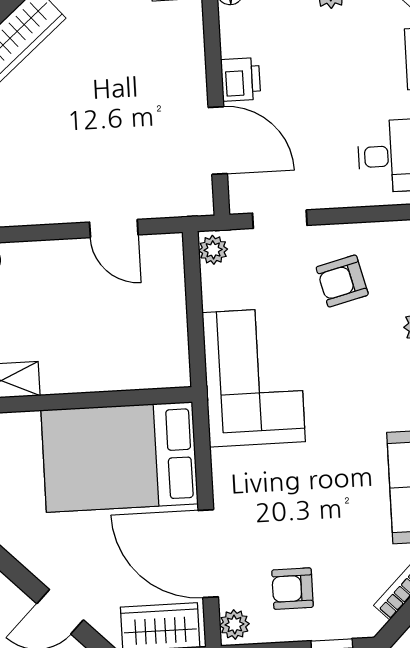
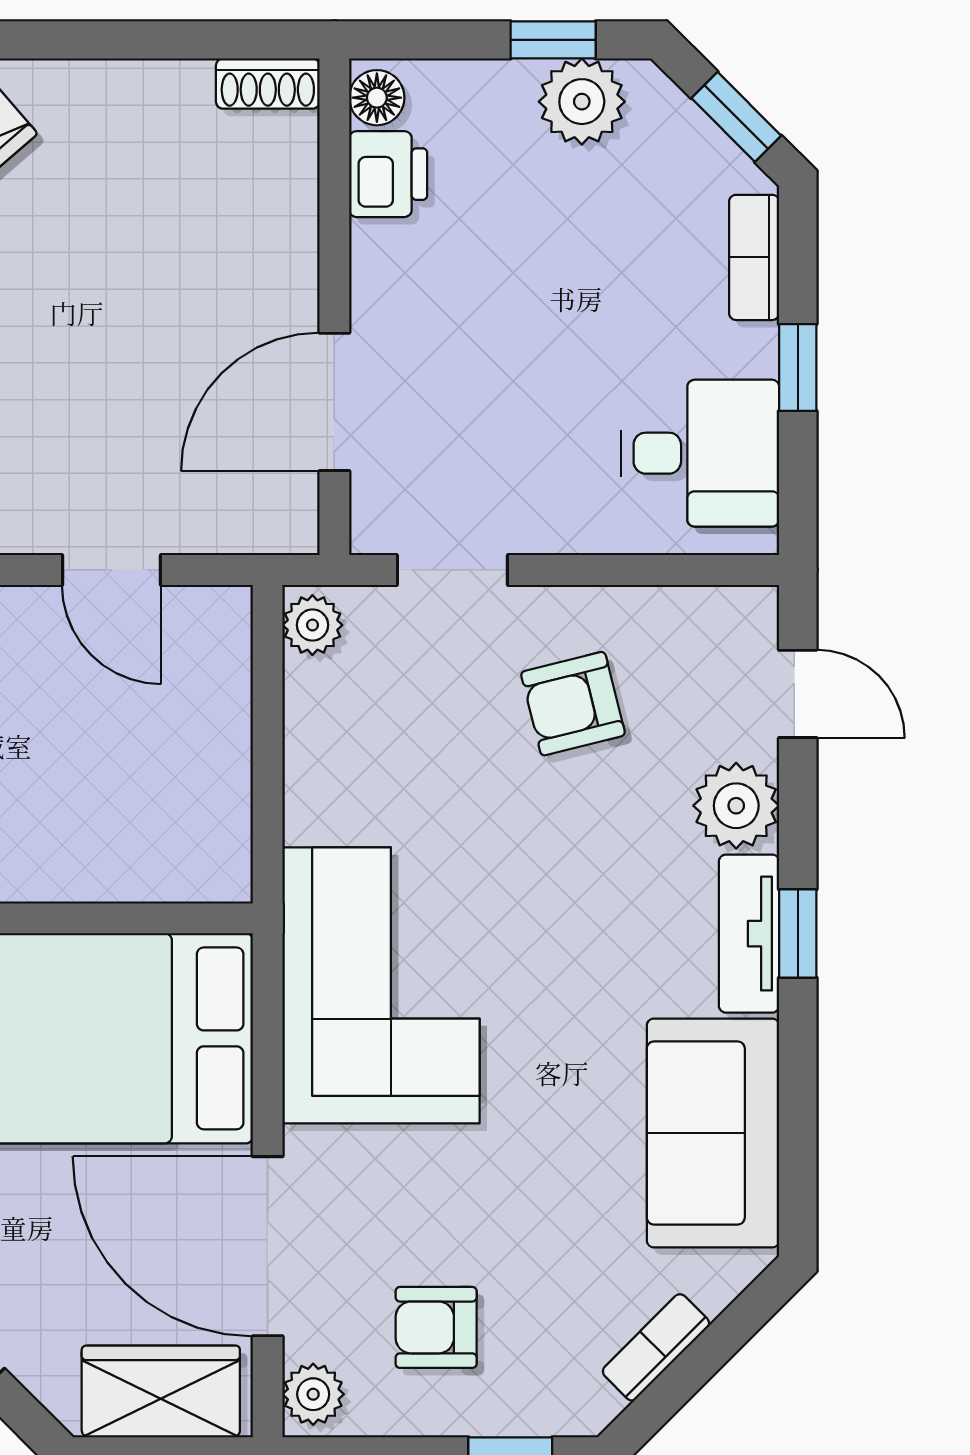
printer: (241, 79) -> (388, 174), moved
door: (218, 141) -> (334, 402), swing flipped
corner sofa: (254, 377) -> (381, 985), moved

